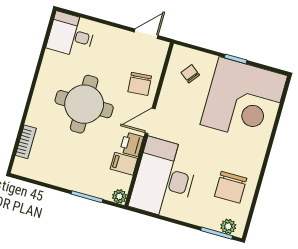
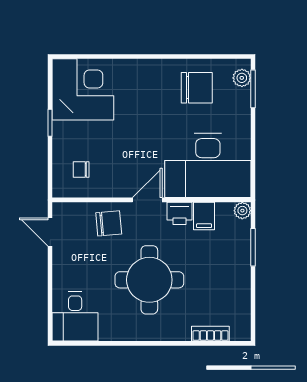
chair: (190, 74) -> (81, 169), turned 52
corner desk: (244, 100) -> (83, 89), width x0.74, depth x0.74
door: (150, 121) -> (147, 200), swing flipped

